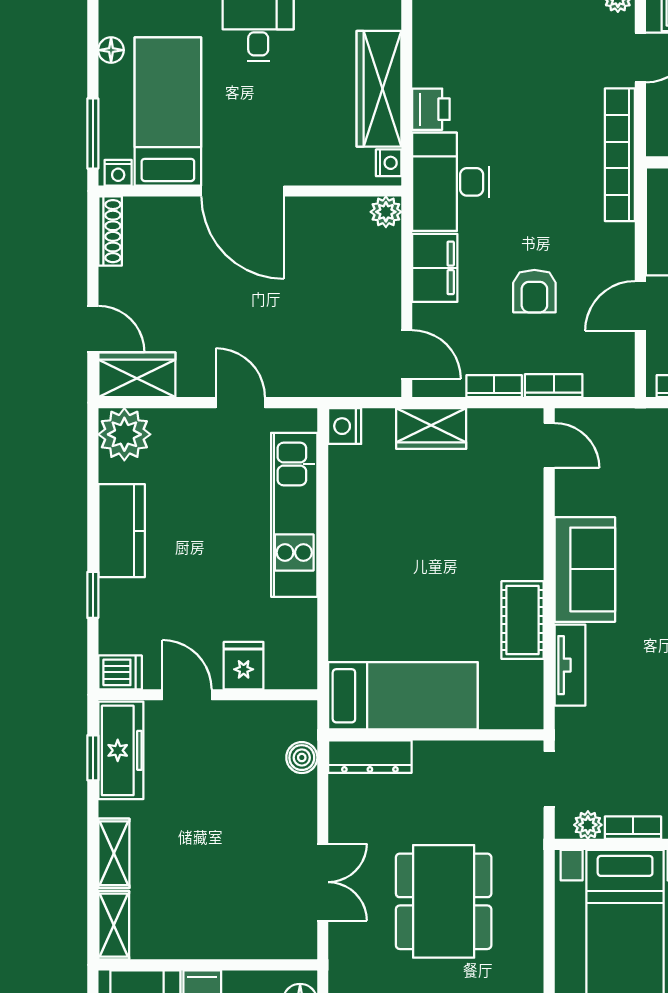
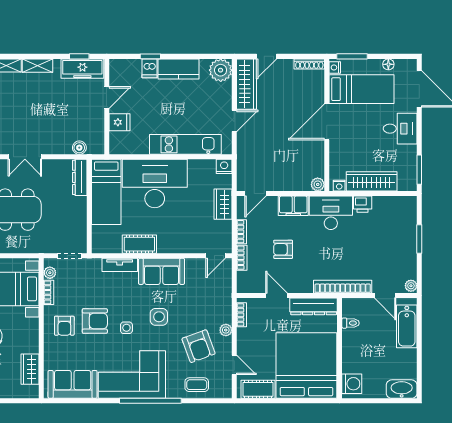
wardrobe: (137, 375) -> (247, 84), width x1.50
desk: (384, 585) -> (155, 184), added
dishwasher: (120, 672) -> (149, 68), moved

